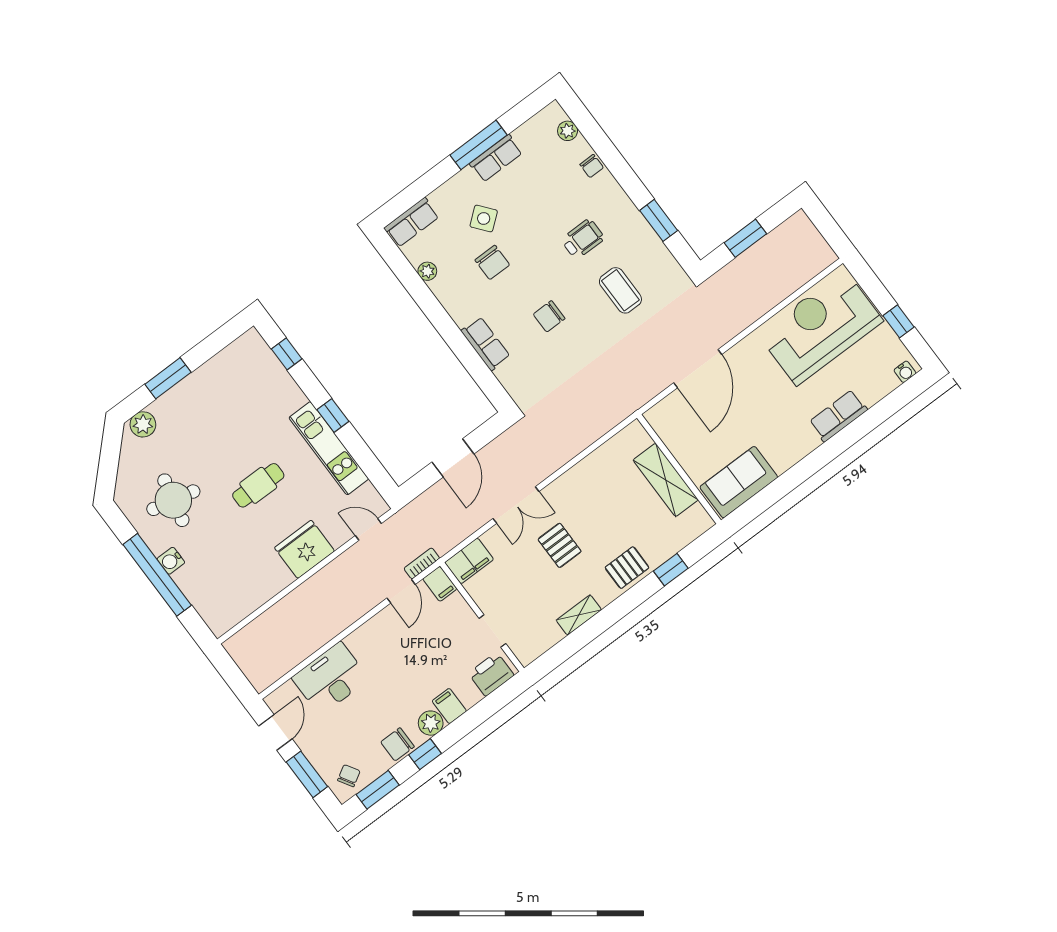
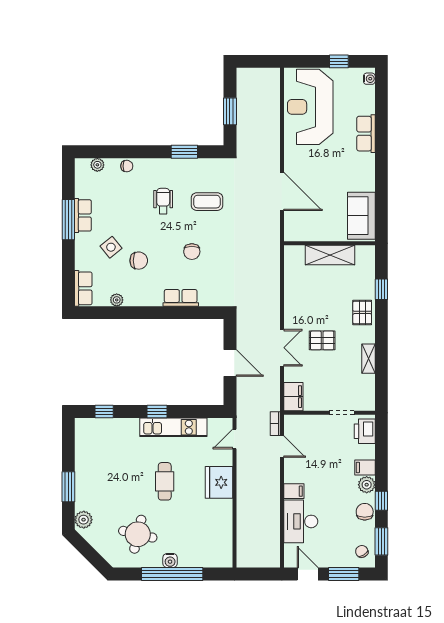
filing cabinet: (440, 584) -> (294, 491), moved
chair: (398, 744) -> (365, 512), turned 180

